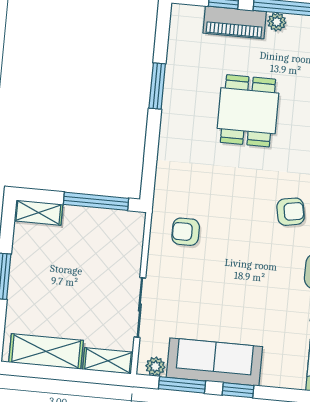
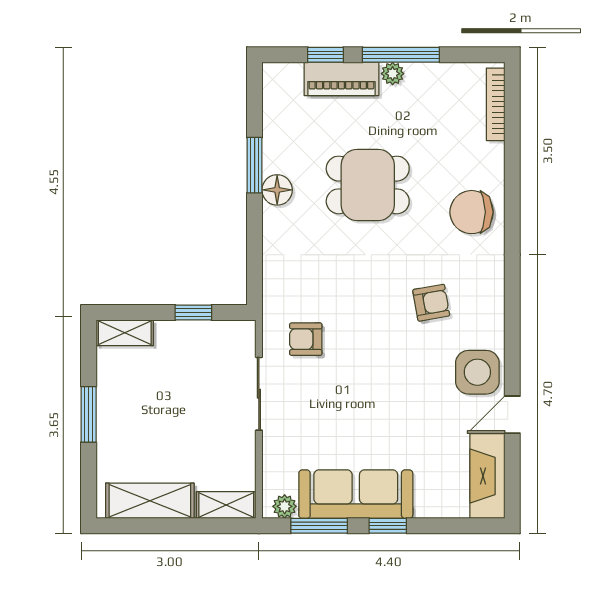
floor lamp: (174, 108) -> (277, 190), added
dining table: (248, 111) -> (368, 185), turned 90
window: (96, 201) -> (193, 312), width x0.46
sliding door: (140, 307) -> (259, 394), moved

